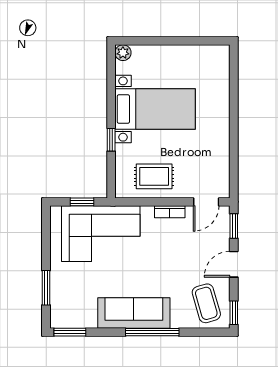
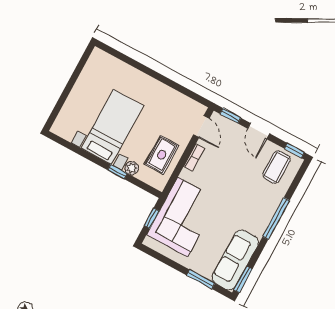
plant: (123, 53) -> (132, 168), moved
coffee table: (206, 303) -> (276, 167), turned -74
sofa: (134, 313) -> (235, 260), moved

